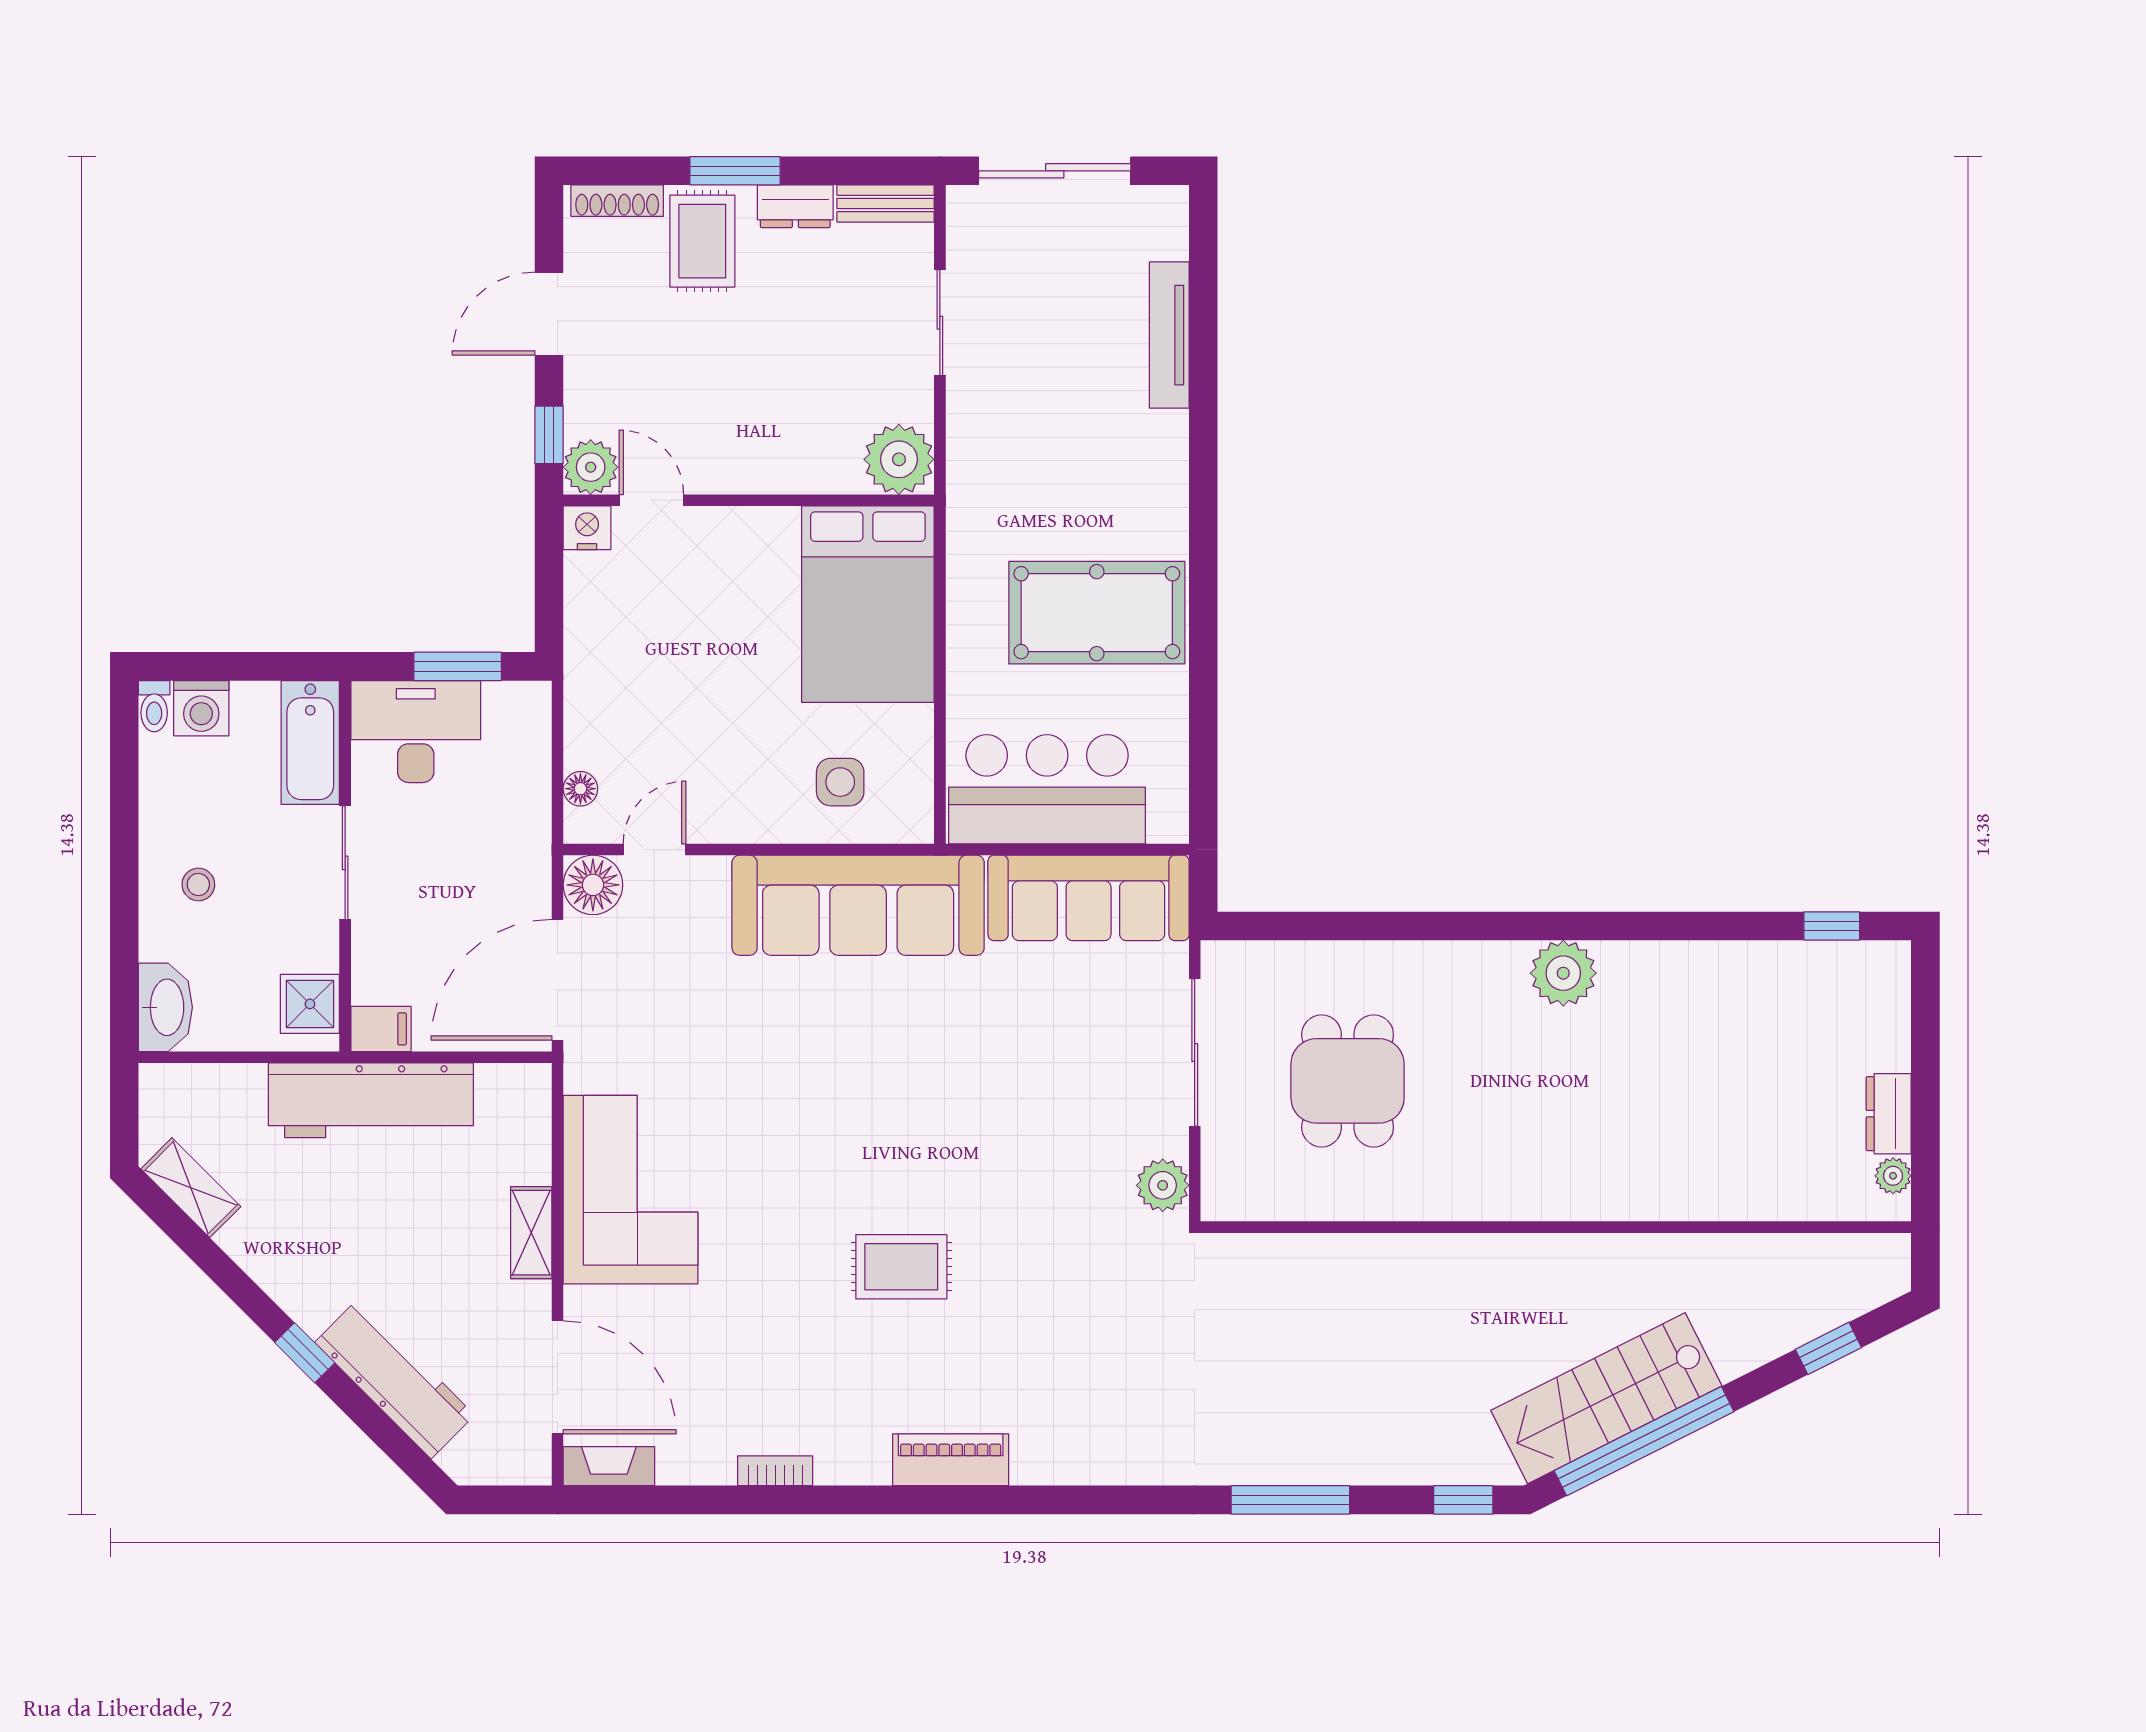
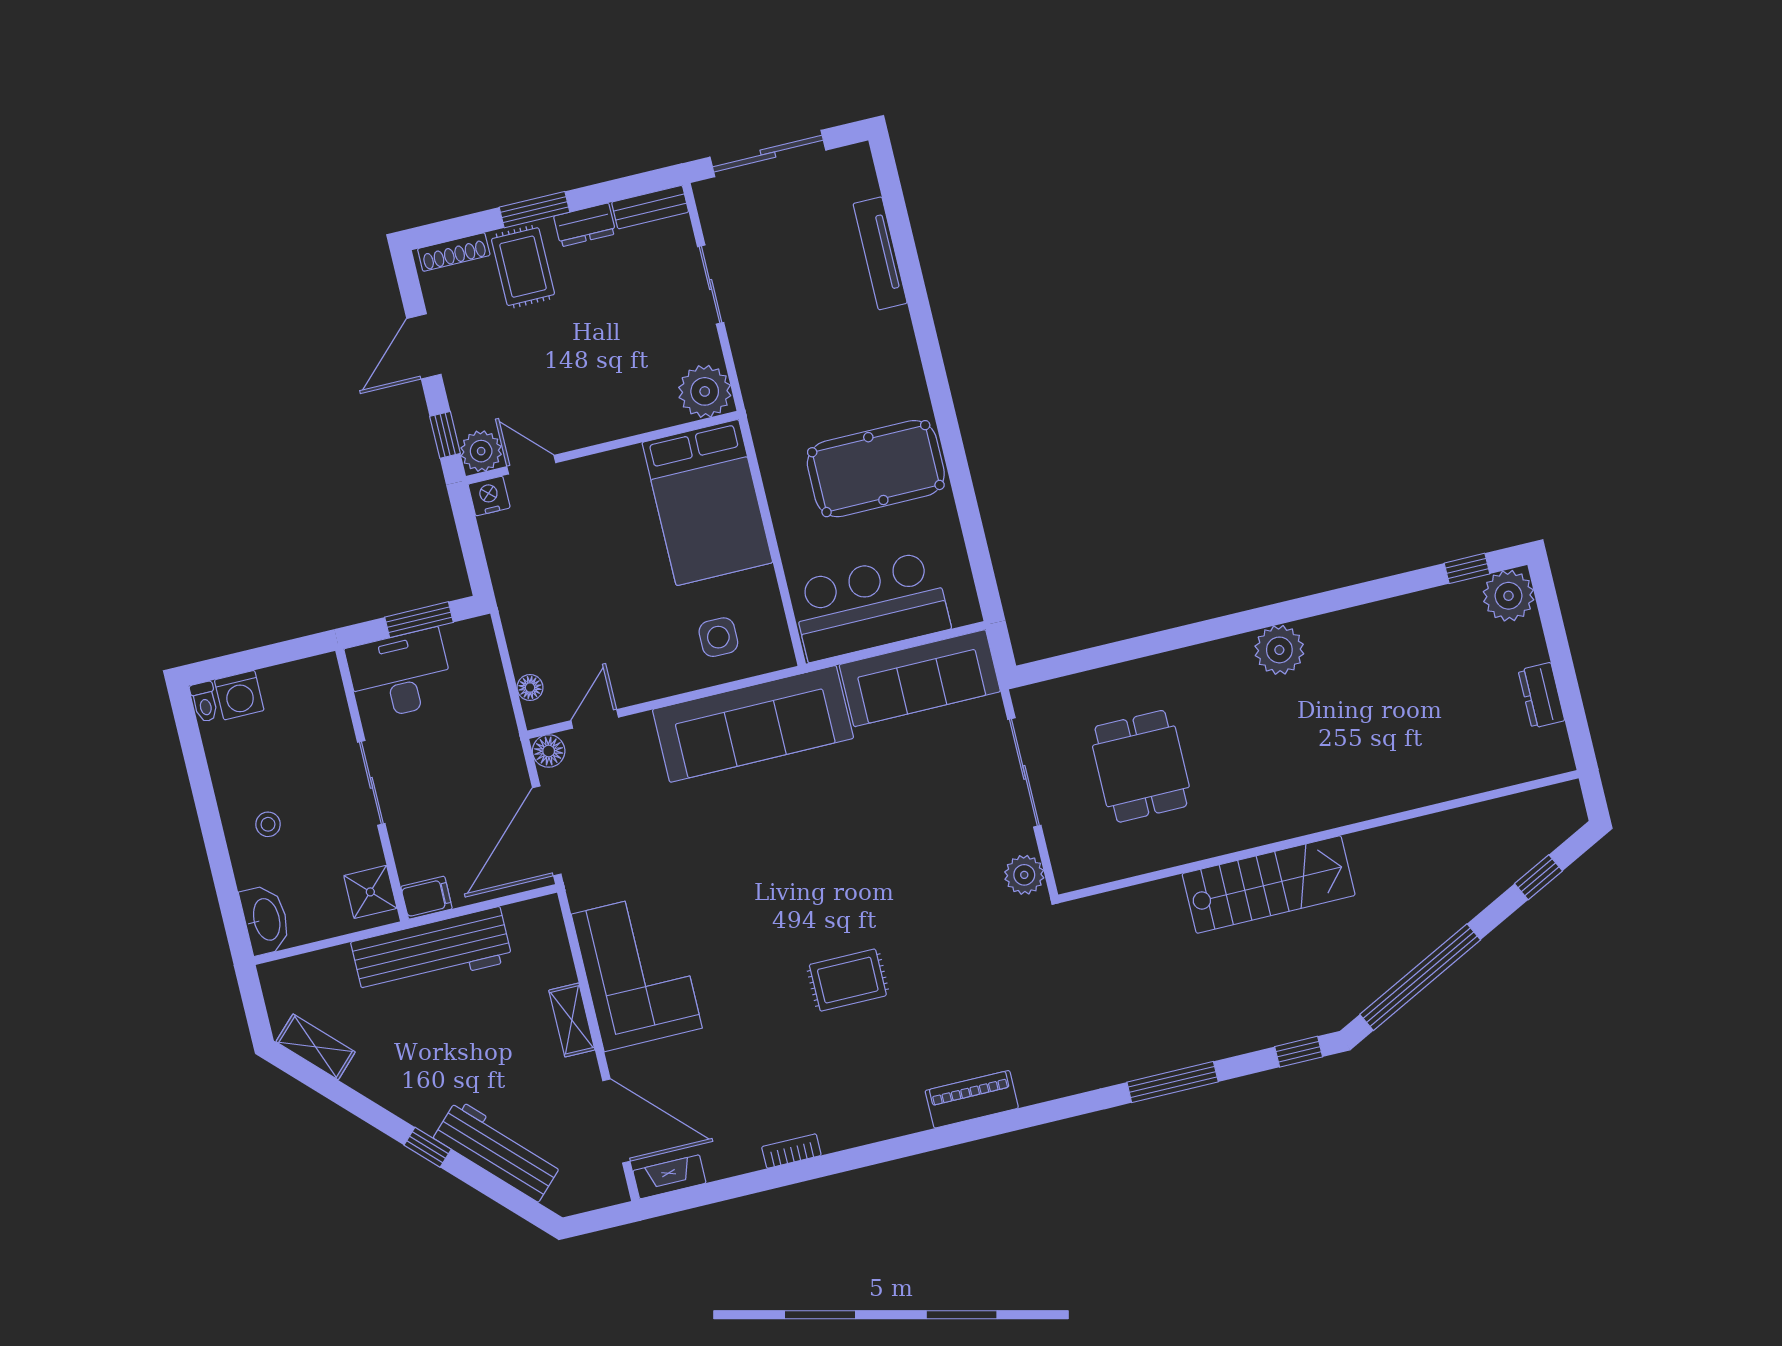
bathtub: (310, 743) -> (325, 701), removed
floor lamp: (593, 885) -> (549, 751), width x0.73, depth x0.73
plant: (1893, 1176) -> (1508, 596), moved, width x1.88, depth x1.88
stairs: (1606, 1398) -> (1269, 885), moved, turned -153
piano: (951, 1460) -> (972, 1099), moved

